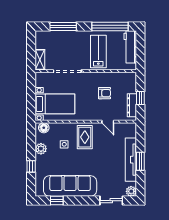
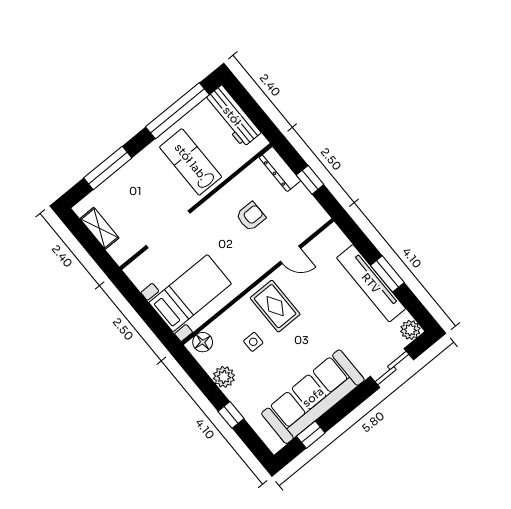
shelving: (40, 60) -> (99, 228), moved
dresser: (132, 105) -> (280, 169), moved

